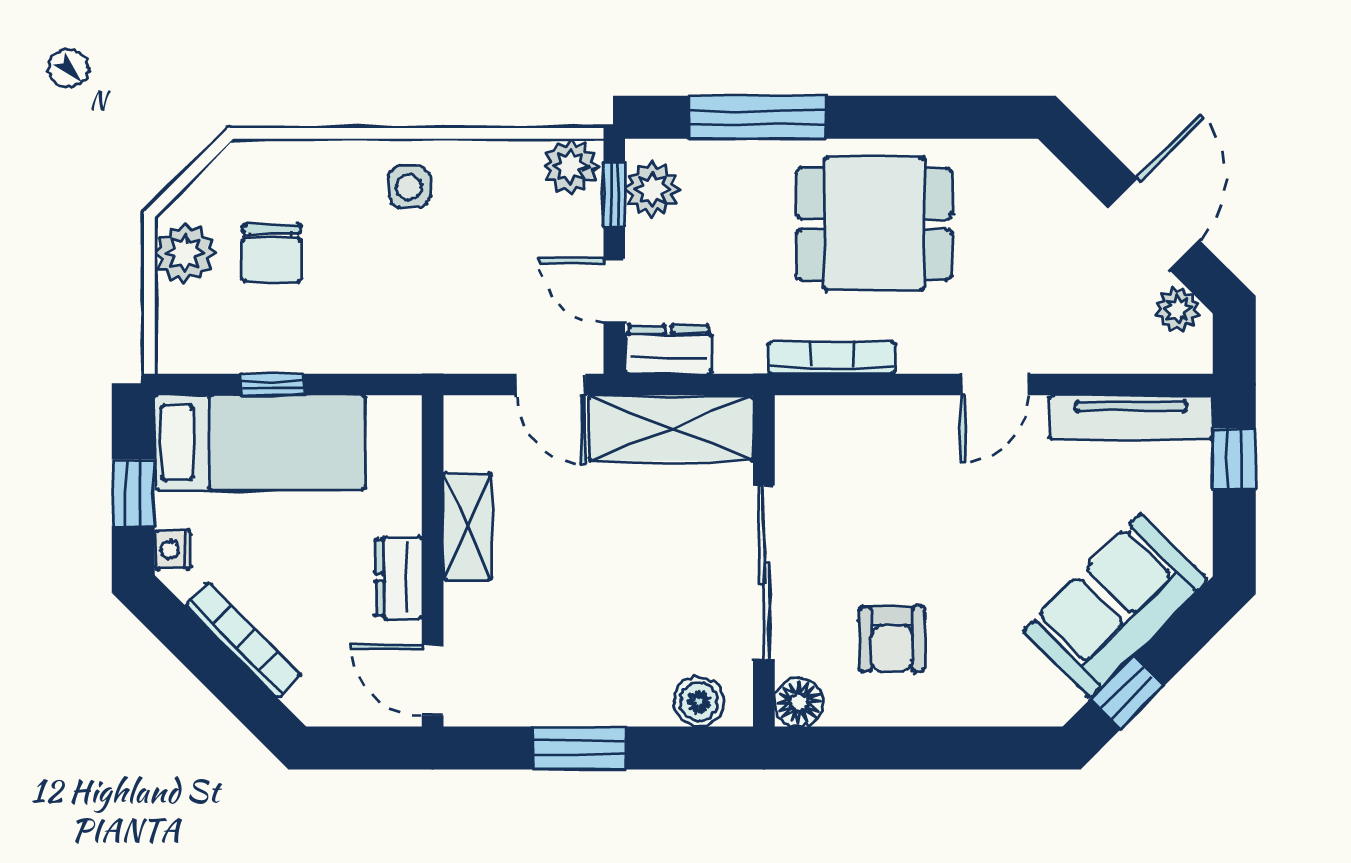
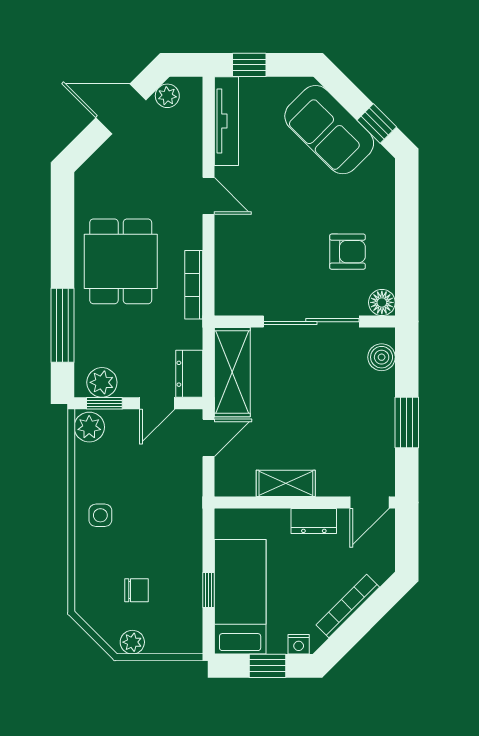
plant: (185, 253) -> (132, 642), width x0.73, depth x0.73
chair: (272, 253) -> (137, 590), width x0.73, depth x0.73

